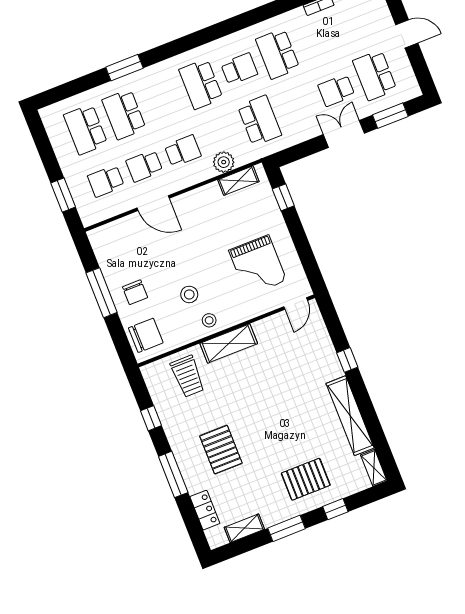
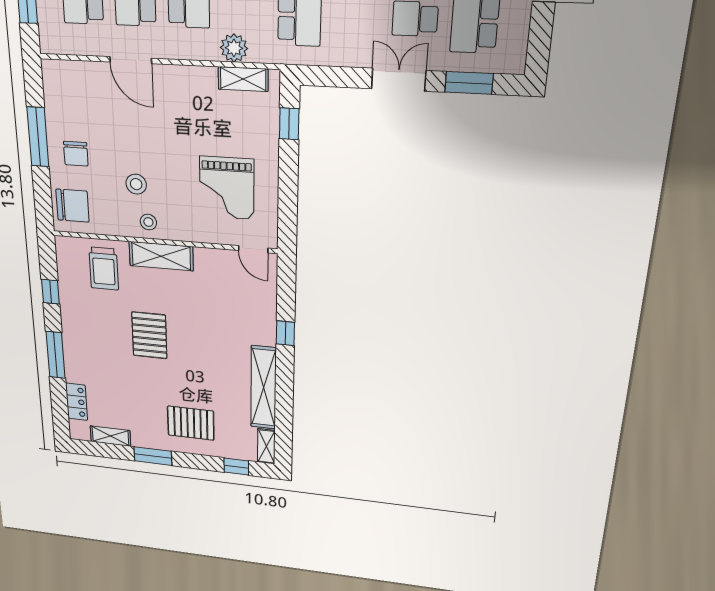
door: (296, 304) -> (253, 249), hinge flipped
pallet: (221, 450) -> (149, 335), moved
window: (335, 509) -> (236, 467), moved

